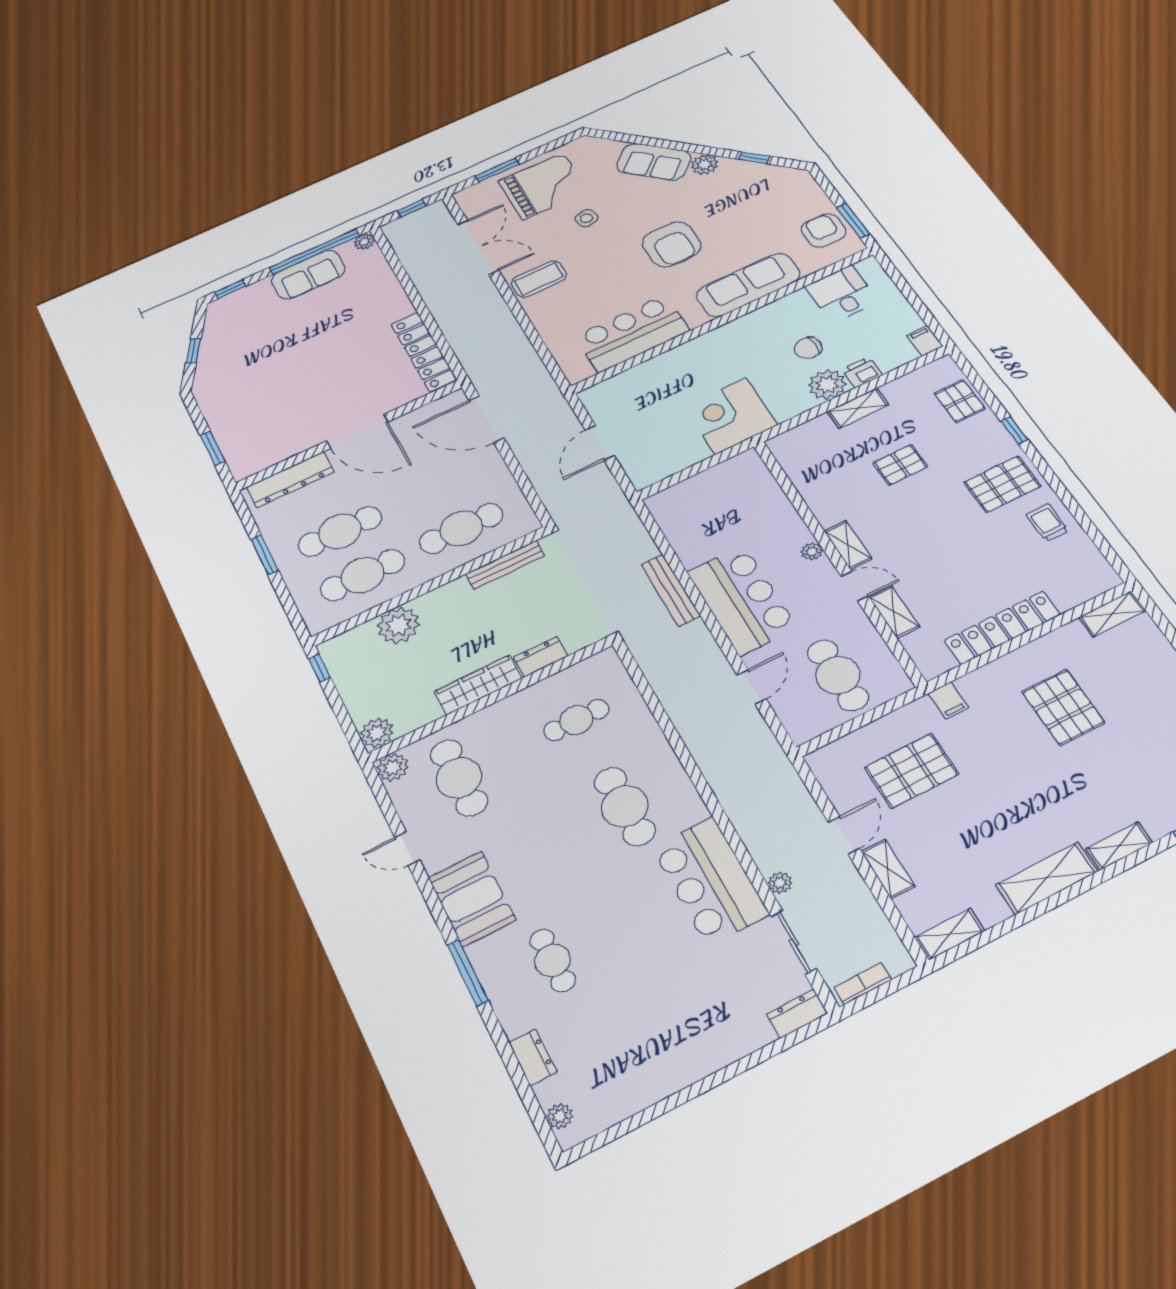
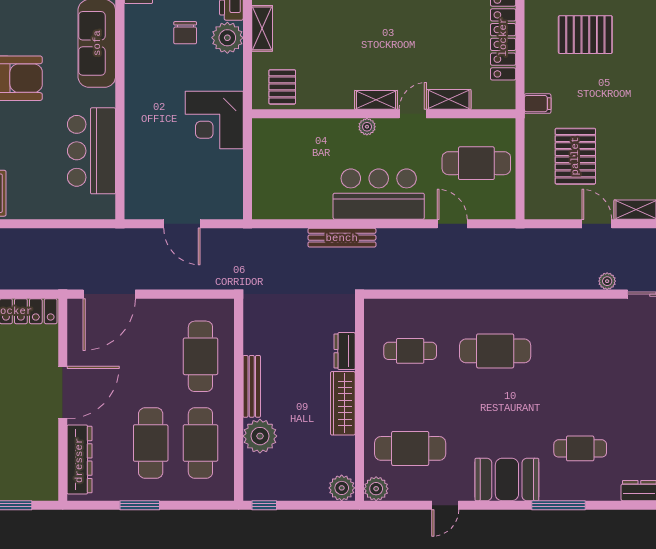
pallet: (900, 465) -> (282, 87), moved
bench: (505, 565) -> (252, 386), moved
cafe table: (576, 720) -> (410, 351), turned 90
bar counter: (710, 881) -> (581, 324), removed

